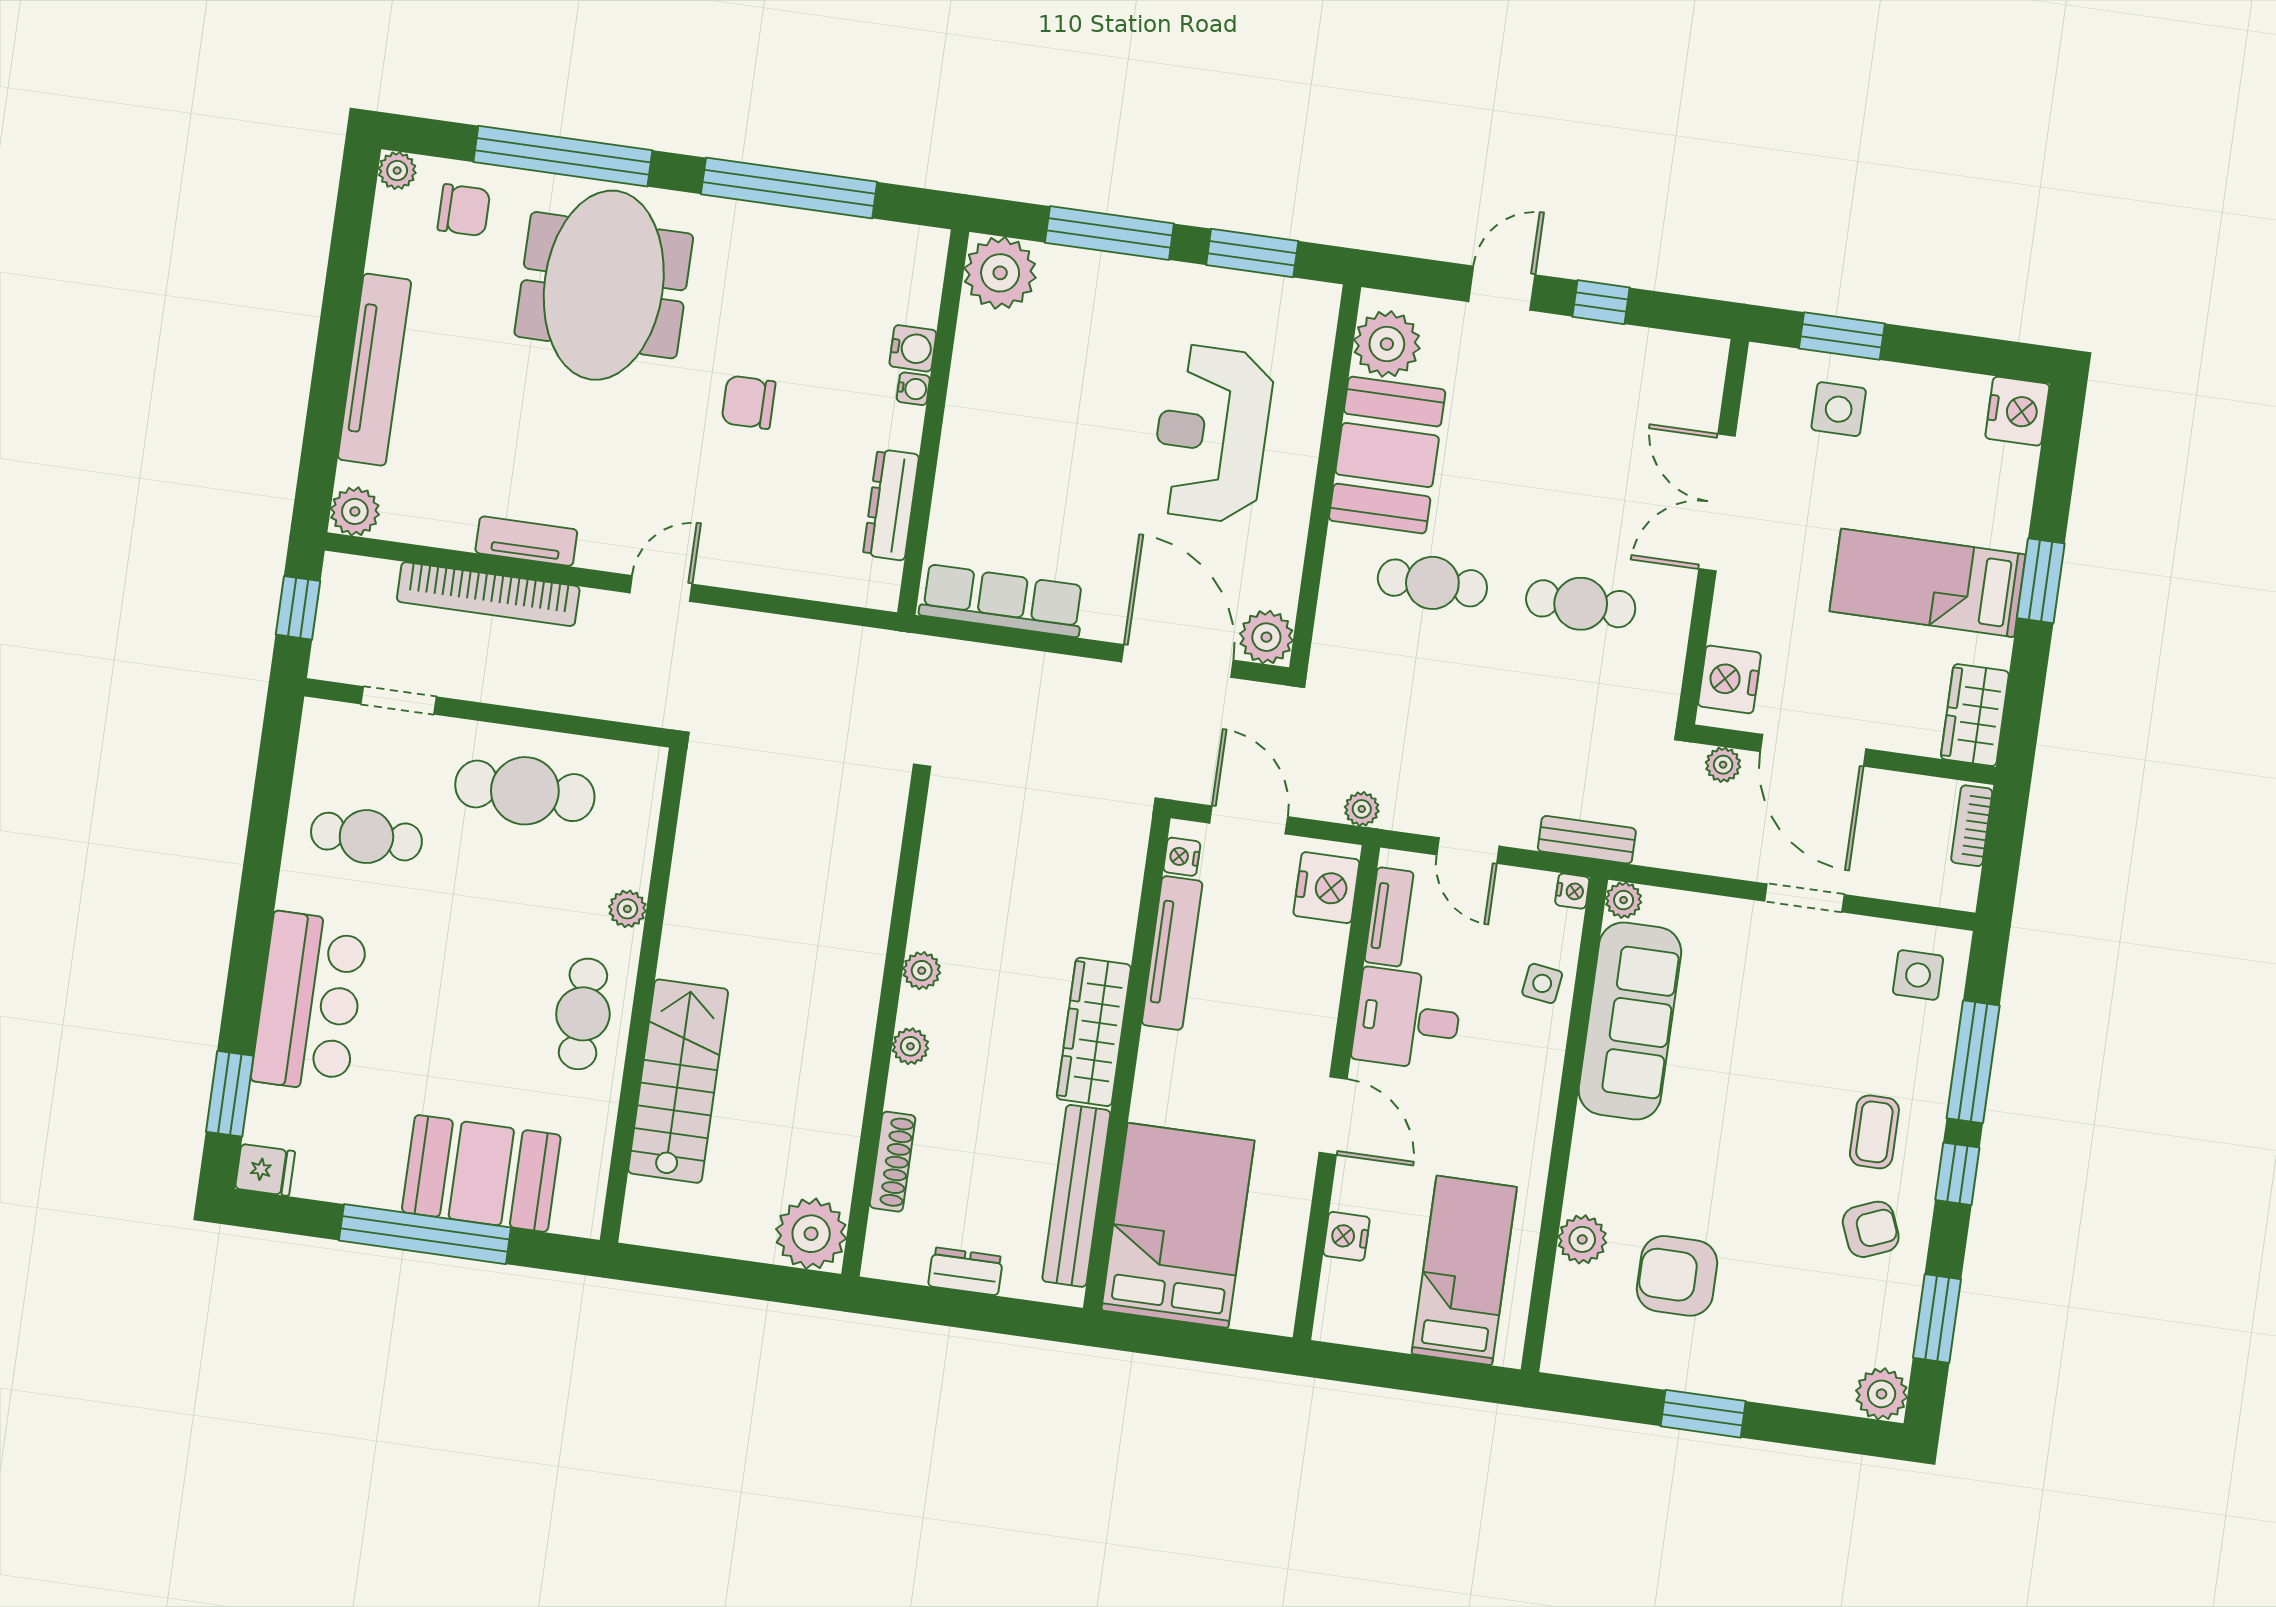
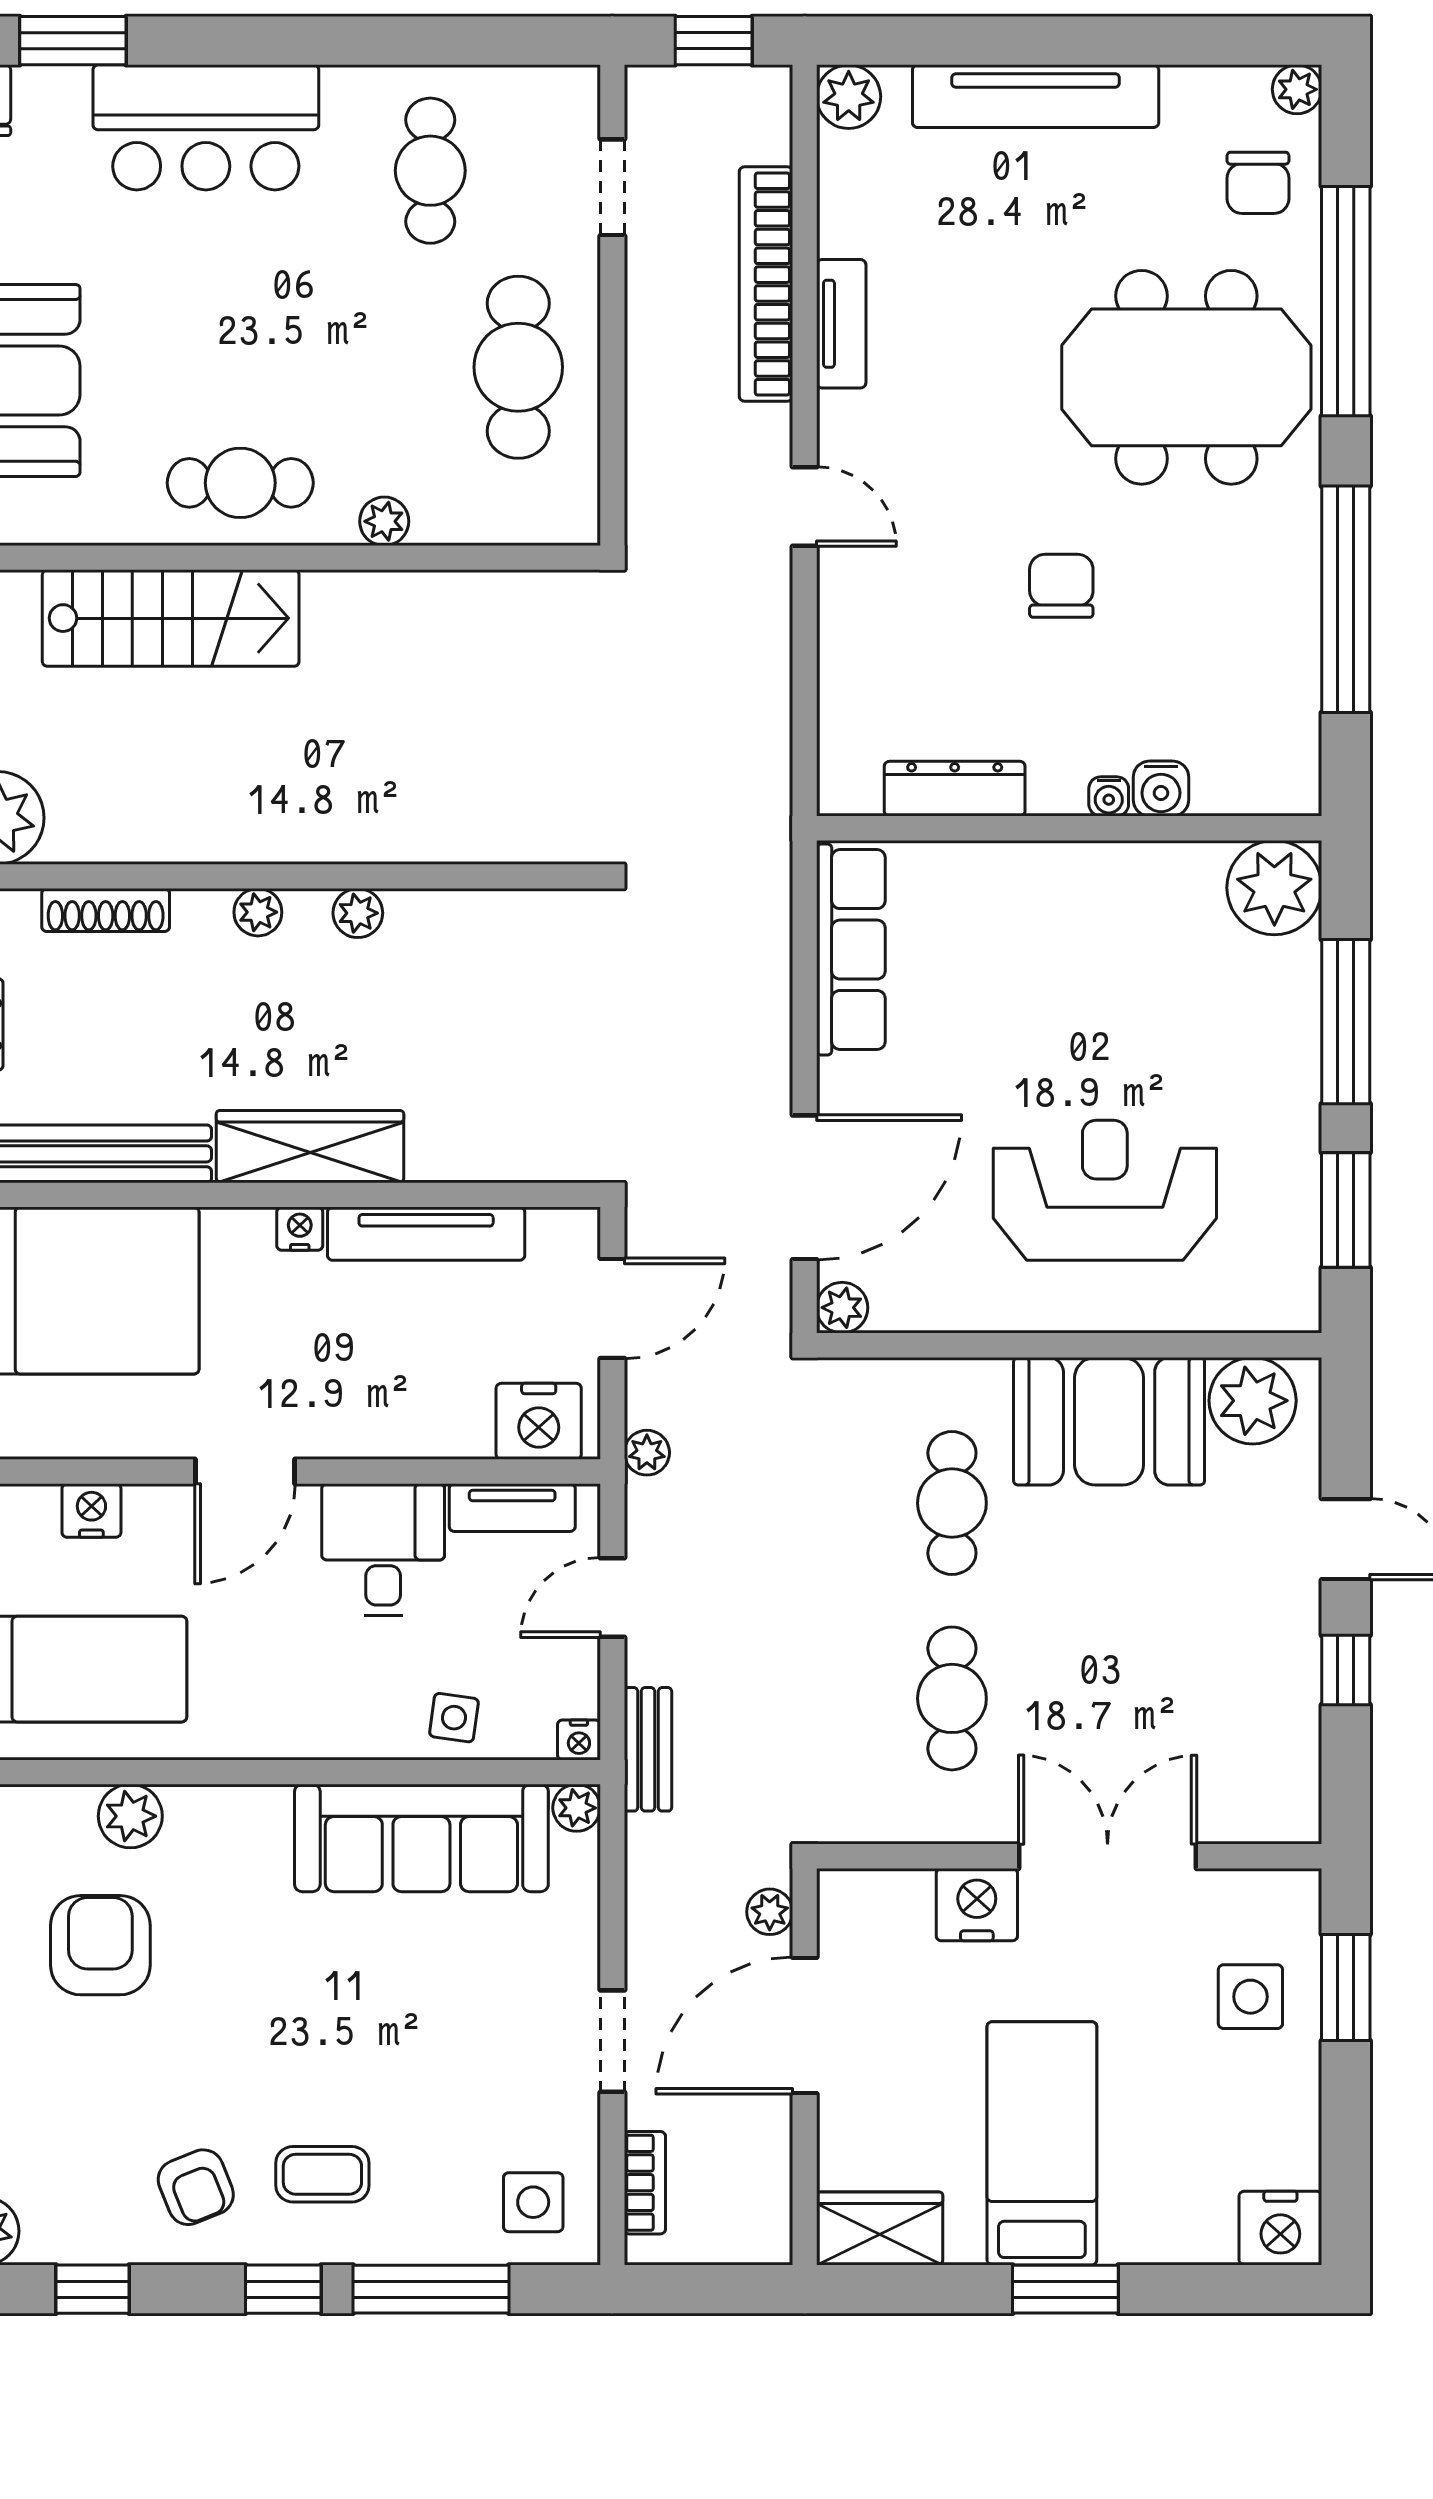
plant: (1266, 637) -> (842, 1308), width x0.73, depth x0.73
nightstand: (1729, 679) -> (977, 1905), moved
bookcase: (1972, 826) -> (645, 2183), moved, turned 90
nightstand: (1182, 857) -> (300, 1229), moved
window: (1937, 1319) -> (92, 2289), width x0.67

